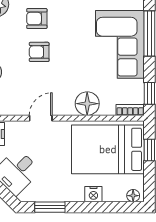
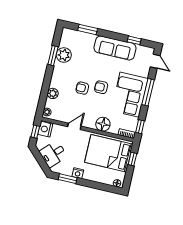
armchair: (37, 19) -> (101, 87), moved
nightstand: (93, 194) -> (78, 173), moved

